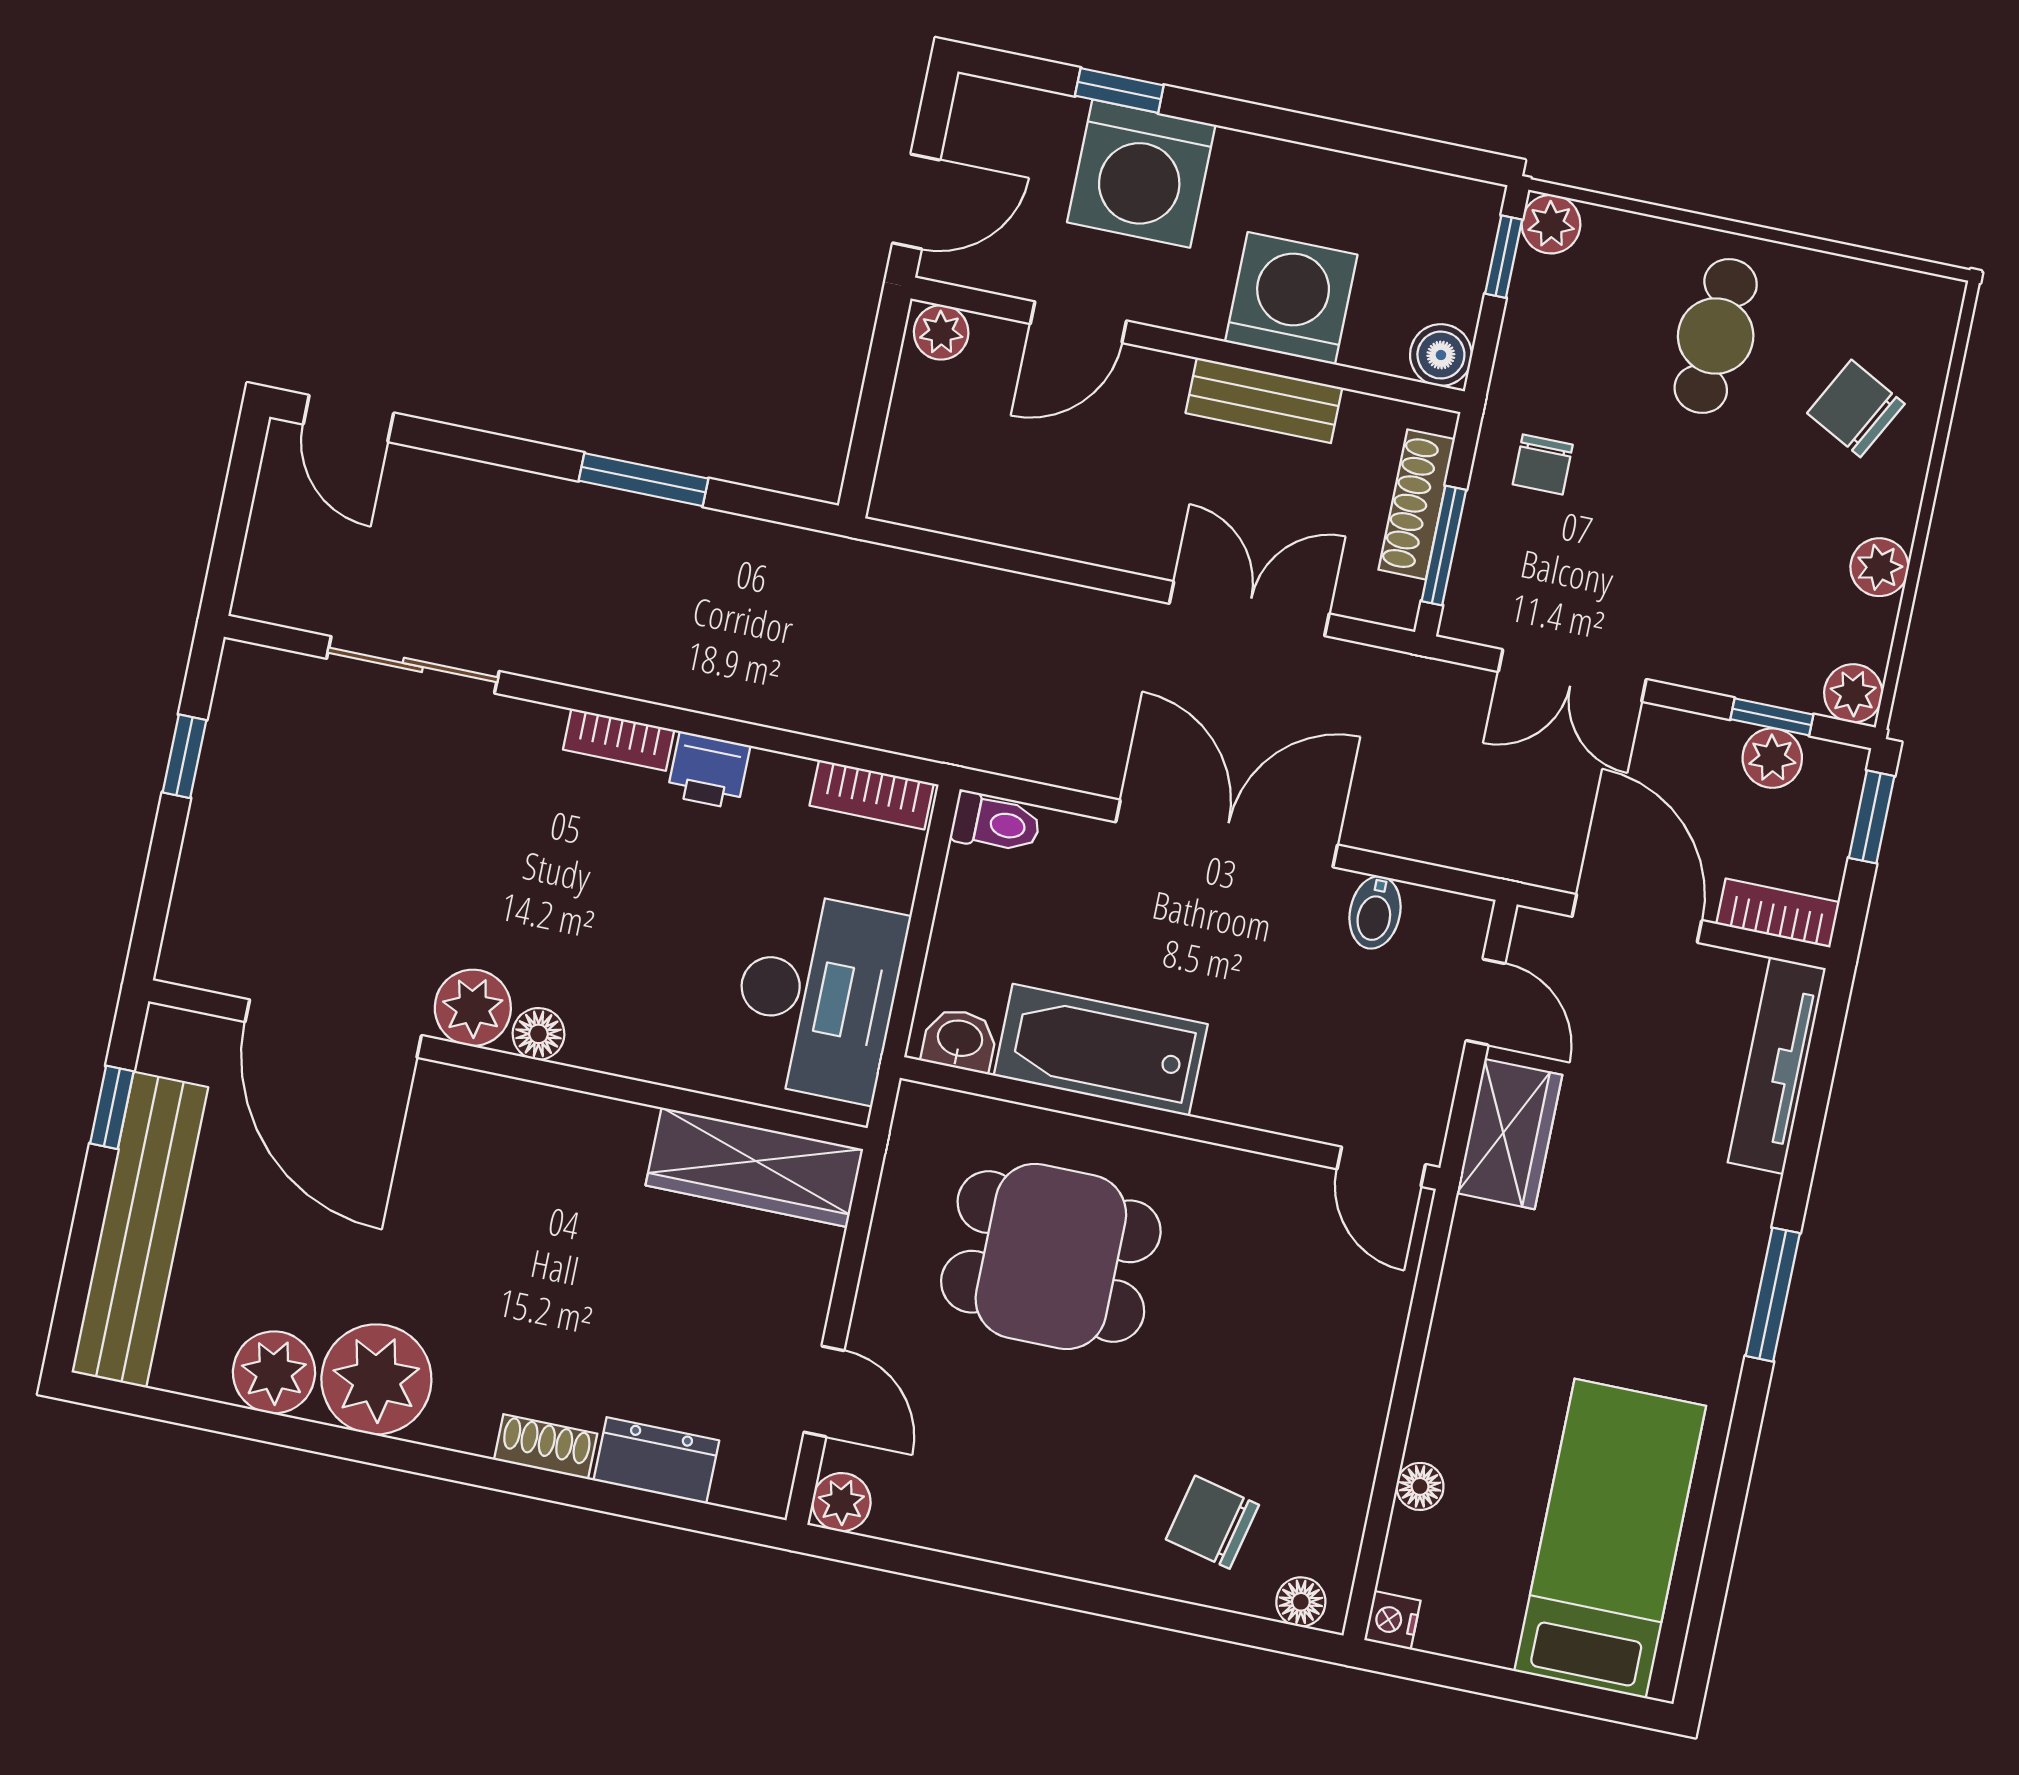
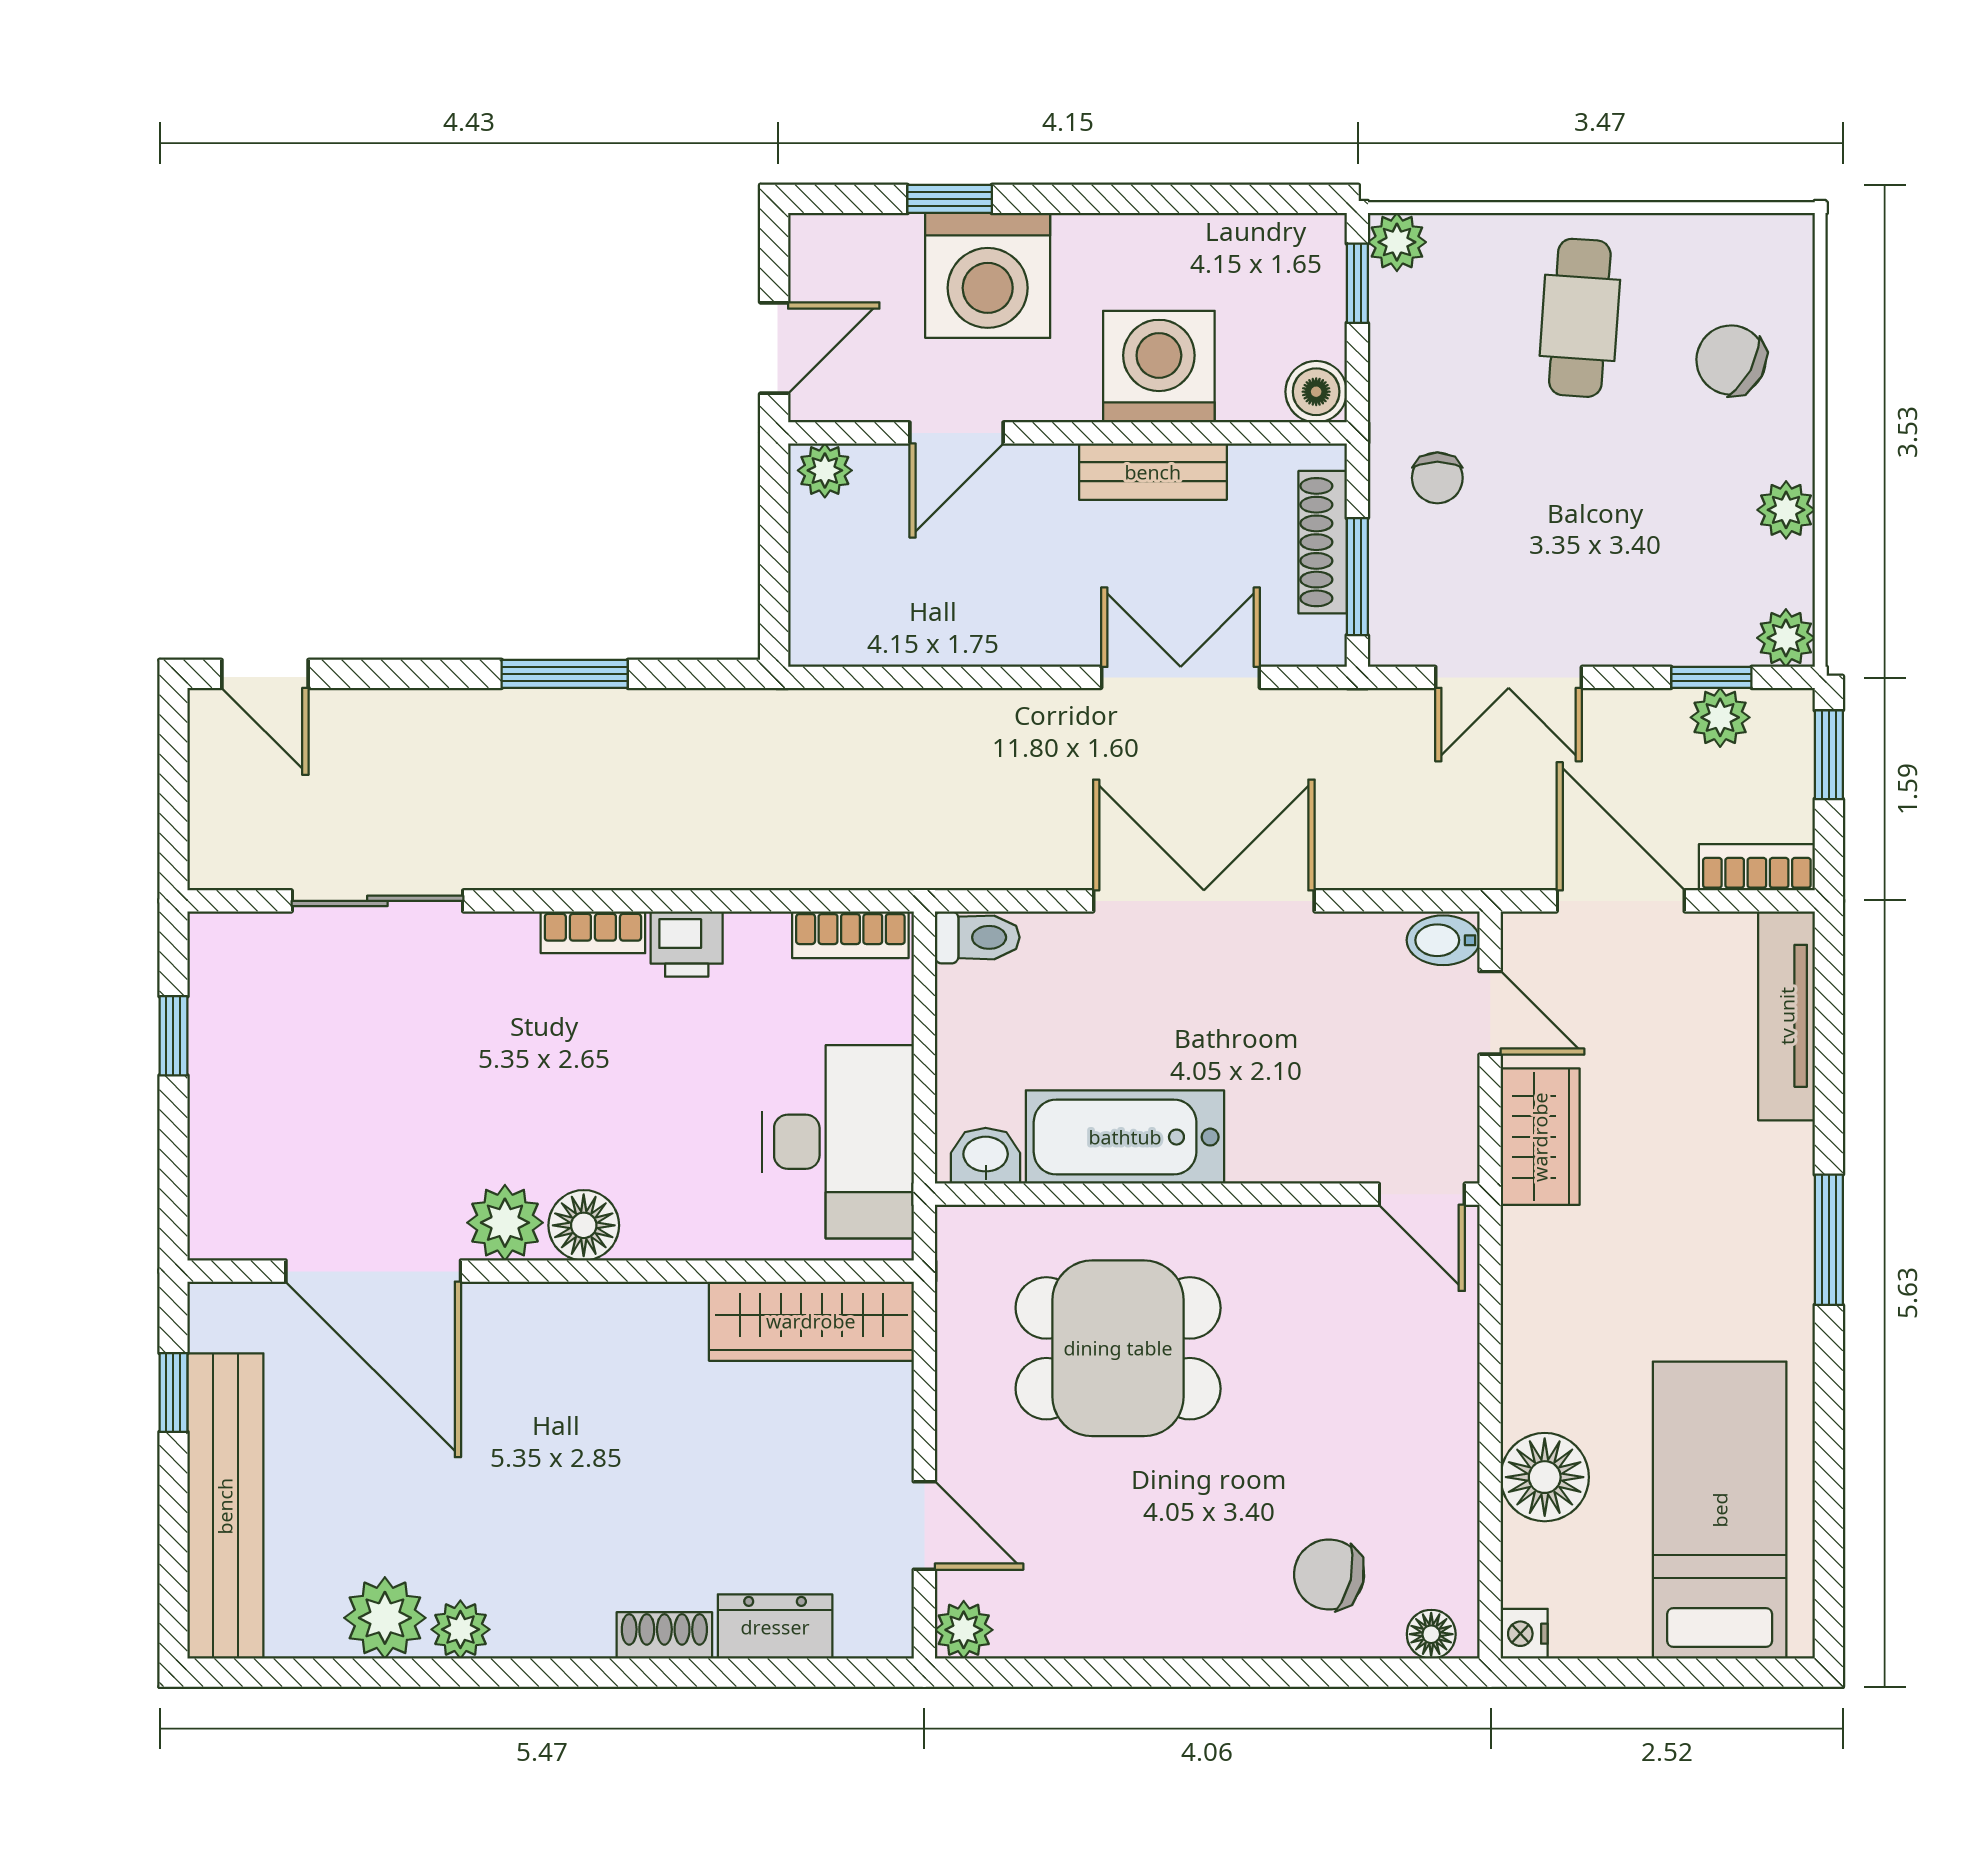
bidet: (1375, 912) -> (1443, 940), moved, turned 90
floor lamp: (538, 1034) -> (584, 1225), width x1.37, depth x1.37
plant: (376, 1379) -> (460, 1629), width x0.53, depth x0.53
floor lamp: (1420, 1486) -> (1545, 1477), width x1.89, depth x1.89

